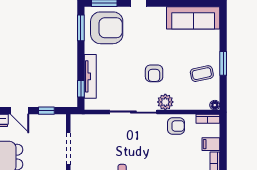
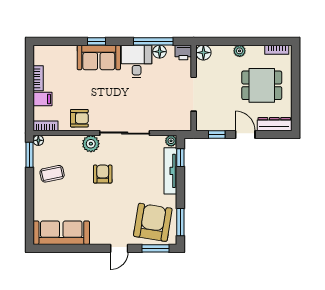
armchair: (107, 28) -> (153, 222), turned 99
window: (223, 63) -> (29, 155), moved
plant: (90, 105) -> (171, 141), added
armchair: (176, 126) -> (79, 118), turned 180

